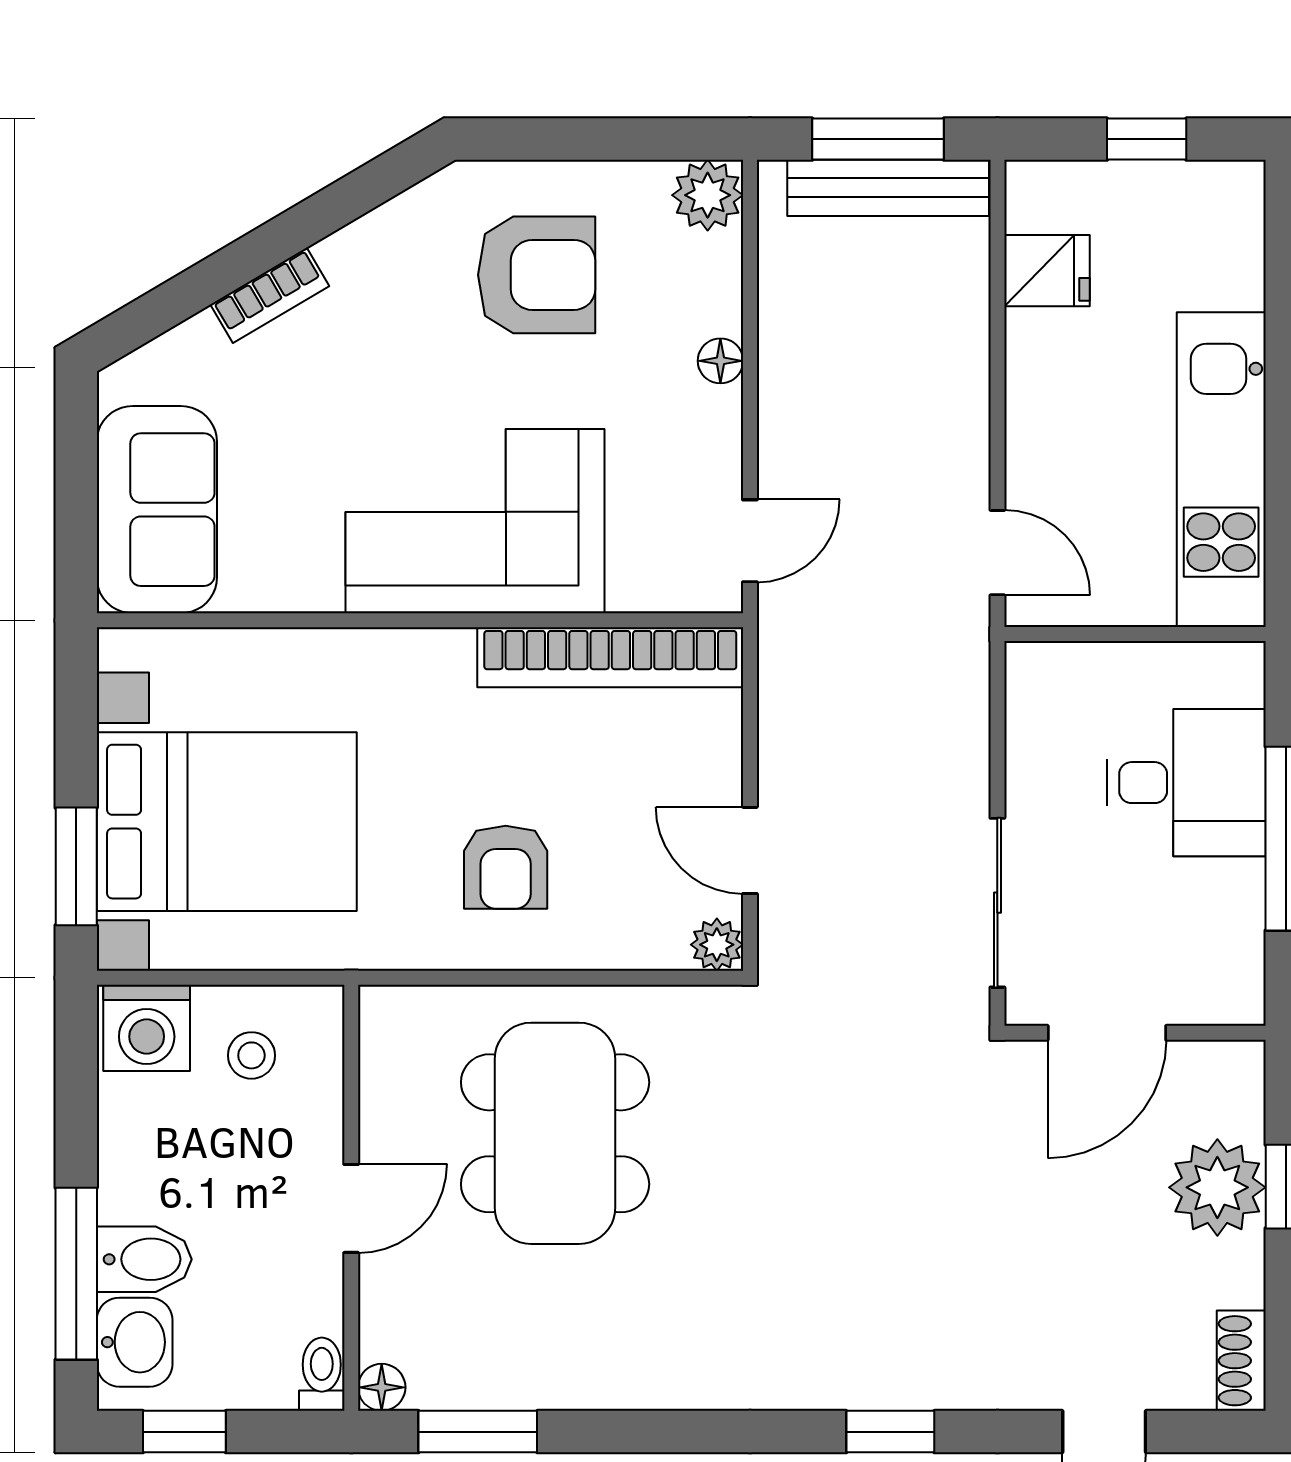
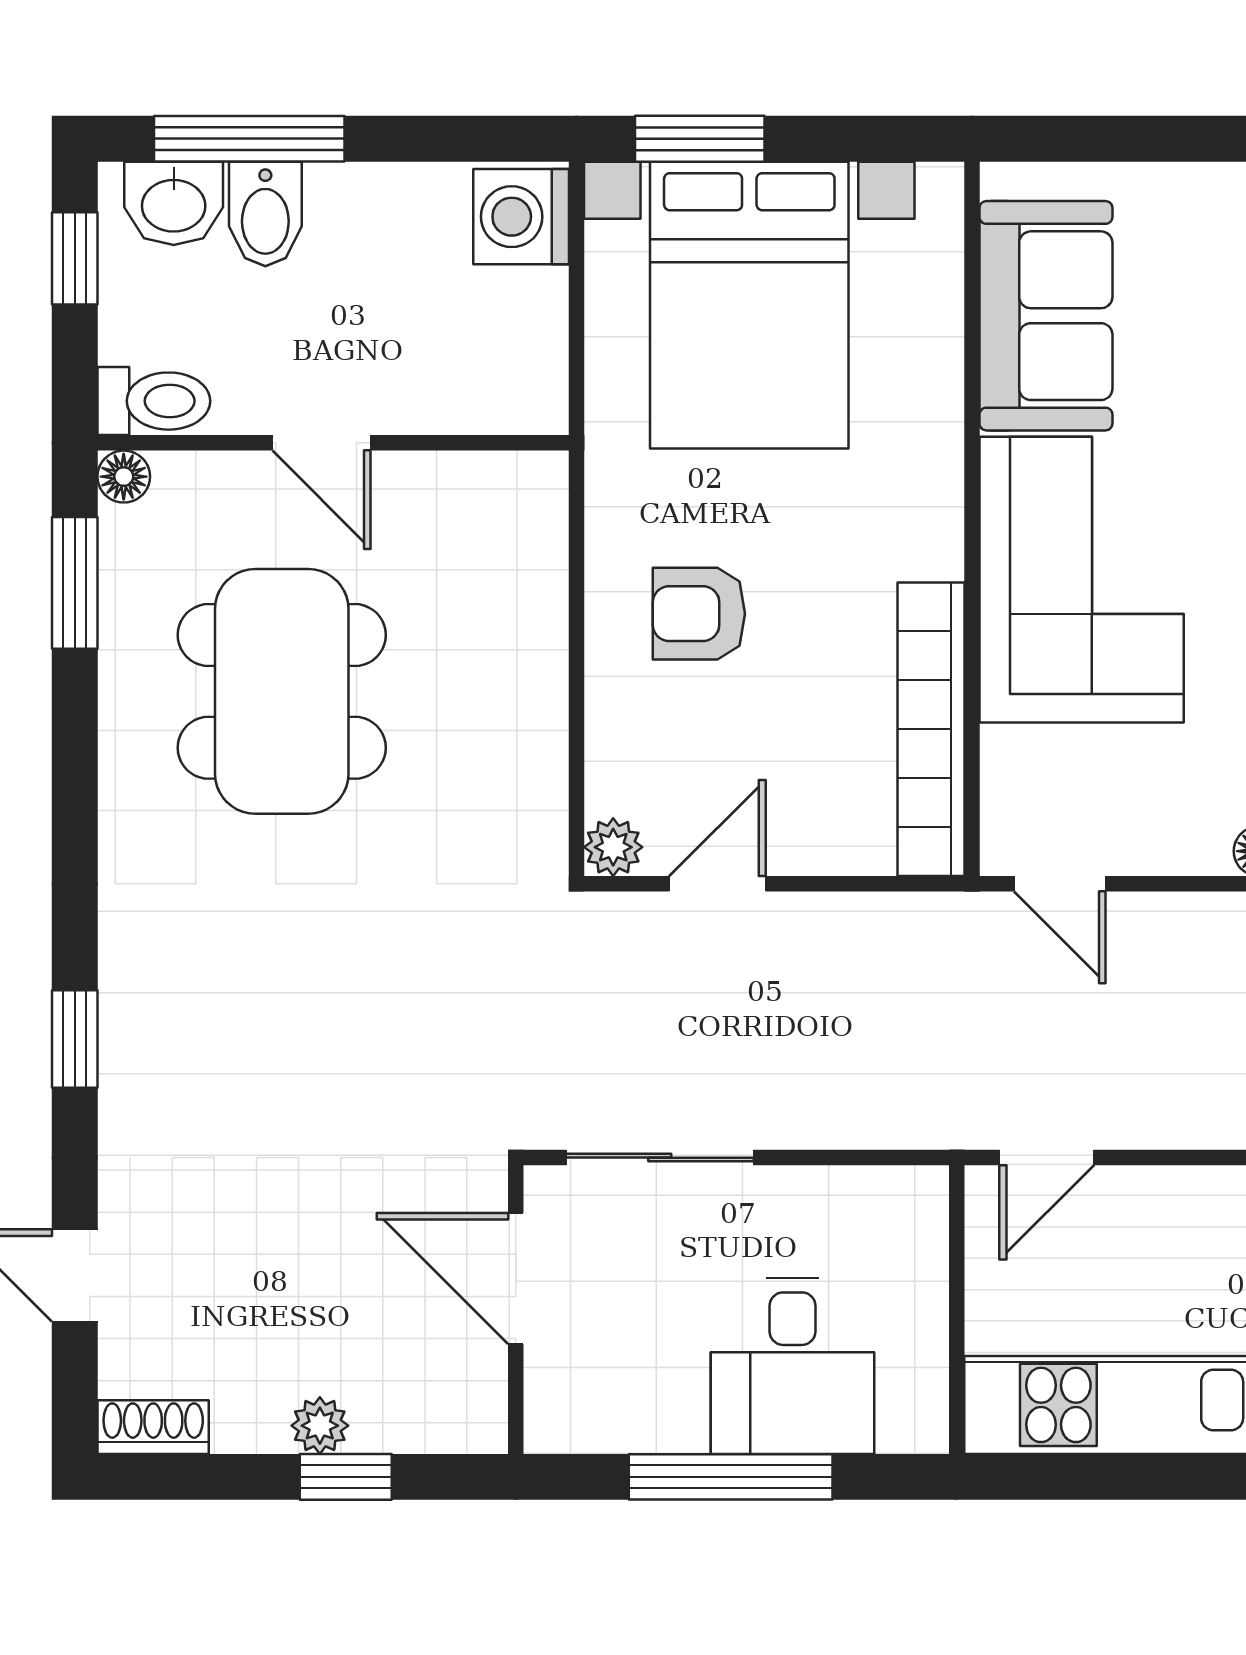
sofa: (157, 510) -> (1046, 316), moved, turned -90
stool: (251, 1055) -> (491, 333), removed
dining table: (555, 1133) -> (282, 691), moved, turned 90
plant: (1217, 1187) -> (320, 1426), width x0.53, depth x0.53
toilet: (322, 1374) -> (154, 401), width x1.37, depth x1.39

